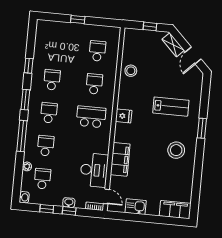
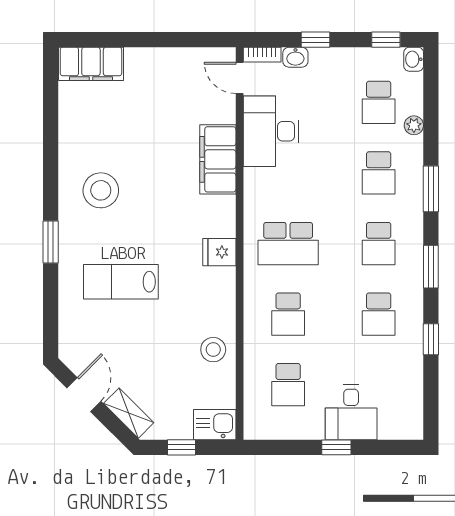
desk: (69, 35) -> (351, 412), added
window: (22, 136) -> (431, 189), width x0.69
washbasin: (69, 203) -> (295, 57), moved
kitchen sink: (136, 207) -> (215, 425), moved, turned 180
window: (47, 209) -> (386, 40), moved

